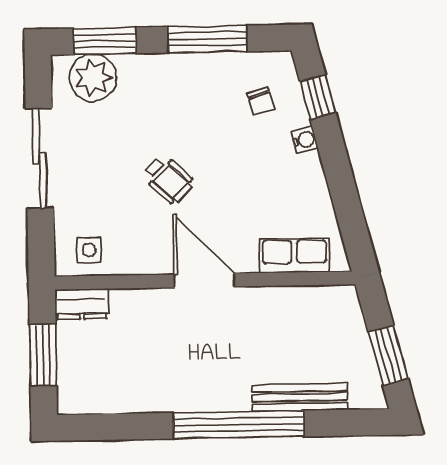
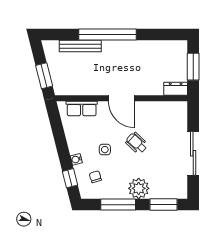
plant: (93, 78) -> (139, 188), moved
side table: (89, 250) -> (105, 150), moved
window: (388, 355) -> (44, 76), moved

